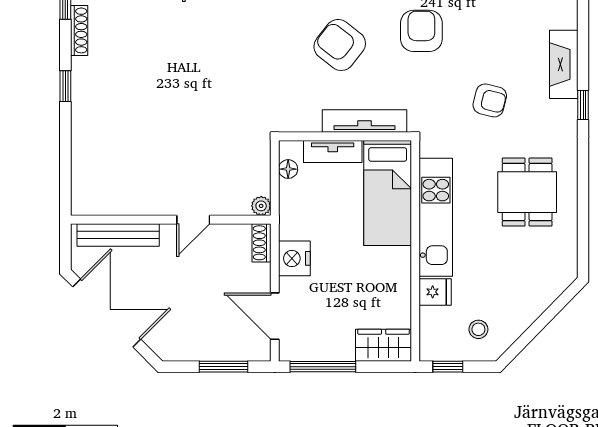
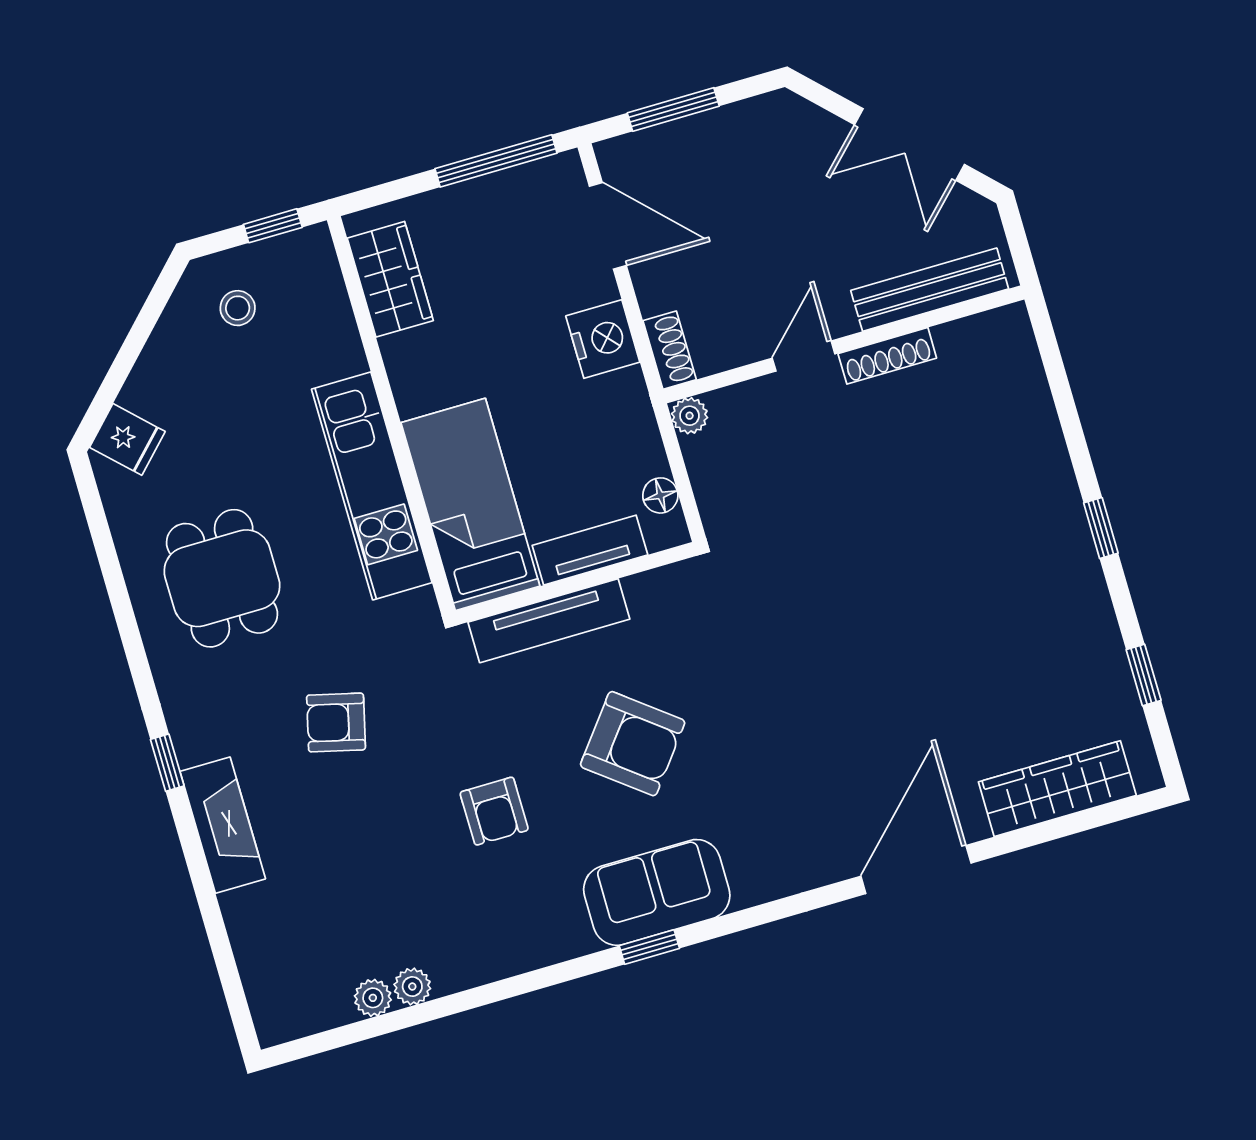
shoe rack: (79, 30) -> (887, 356), moved, turned -90
armchair: (421, 31) -> (494, 811), width x0.72, depth x0.72
fridge: (435, 292) -> (127, 439), moved, turned -136
double door: (107, 313) -> (910, 145), width x0.73
wardrobe: (384, 345) -> (390, 279), moved, turned -90

